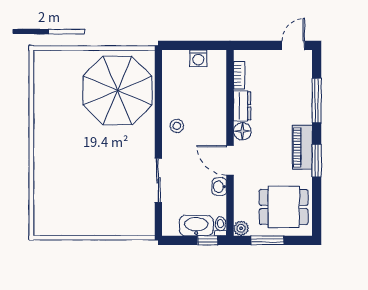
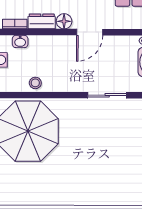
stool: (177, 126) -> (35, 83), moved
washbasin: (219, 187) -> (20, 41), moved

